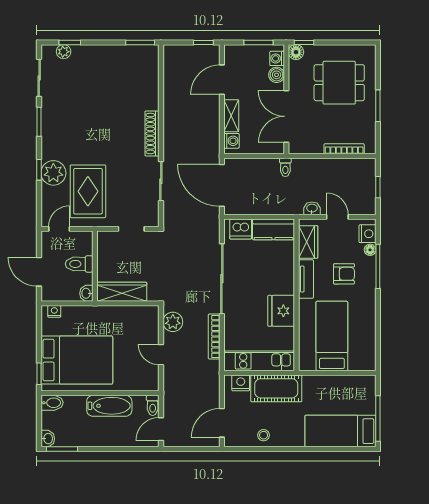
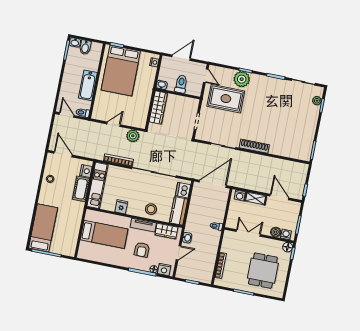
double door: (286, 116) -> (248, 233), width x0.73
stool: (279, 272) -> (151, 209), added
fridge: (281, 311) -> (121, 207), width x0.53, depth x0.75
cot: (276, 388) -> (81, 189), width x0.73, depth x0.75
bidet: (52, 403) -> (85, 47), moved

